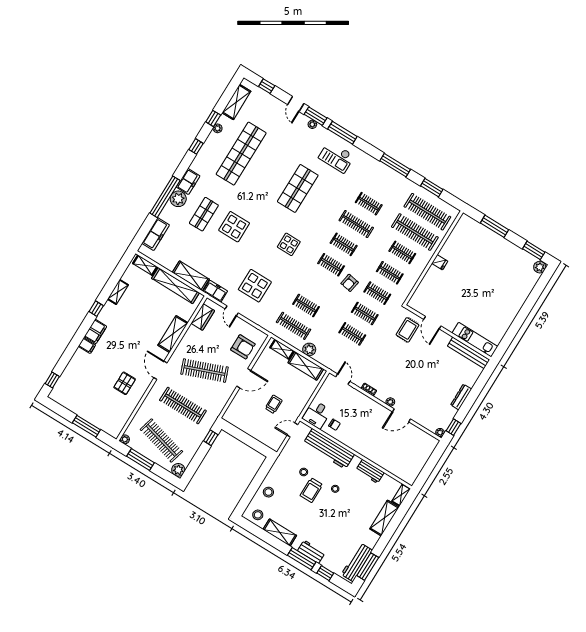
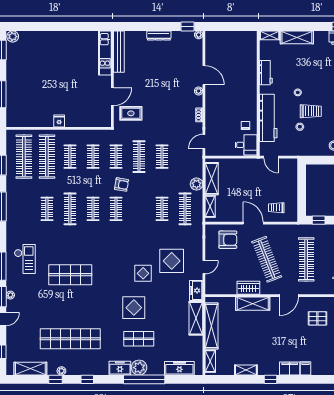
display table: (289, 244) -> (143, 273), moved
clothes rail: (365, 314) -> (139, 157), width x1.36
wardrobe: (203, 317) -> (248, 288), moved
armchair: (243, 347) -> (228, 240), turned 90
trolley: (274, 404) -> (276, 208), moved

